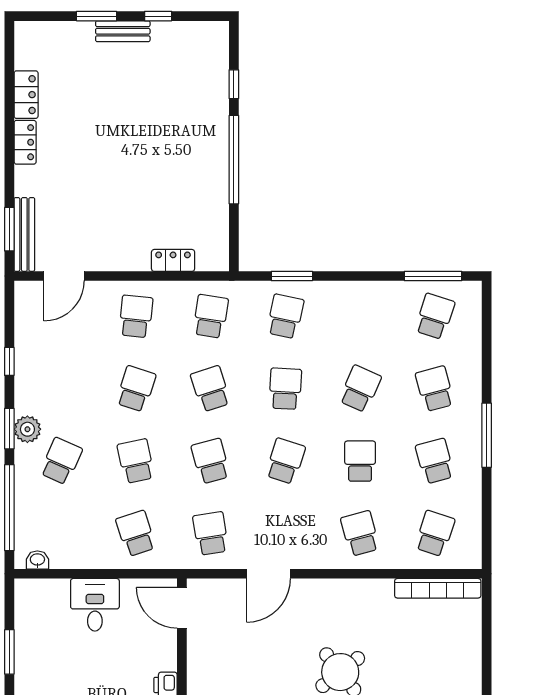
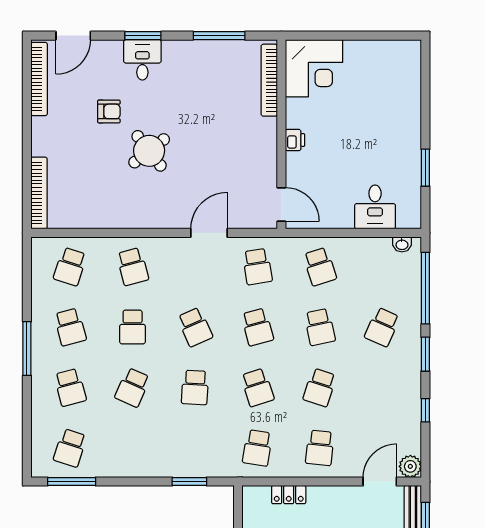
school desk: (285, 316) -> (195, 448), removed
plant: (27, 429) -> (410, 466), moved
school desk: (285, 461) -> (195, 327), turned -42
bookcase: (438, 588) -> (39, 193), moved, turned 90
desk: (95, 605) -> (375, 207), moved

